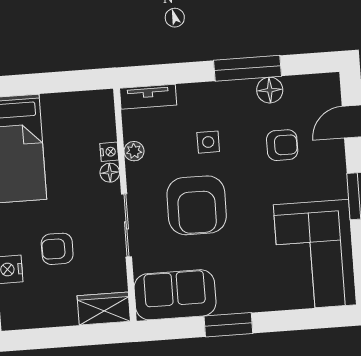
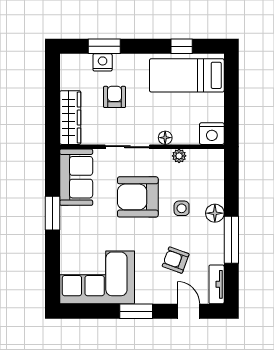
floor lamp: (270, 90) -> (215, 213), moved
tv unit: (148, 97) -> (217, 284), moved
armchair: (282, 145) -> (176, 260), turned 110
nightstand: (109, 152) -> (212, 134), moved, width x1.89, depth x1.79
wardrobe: (104, 308) -> (70, 118), width x1.50

